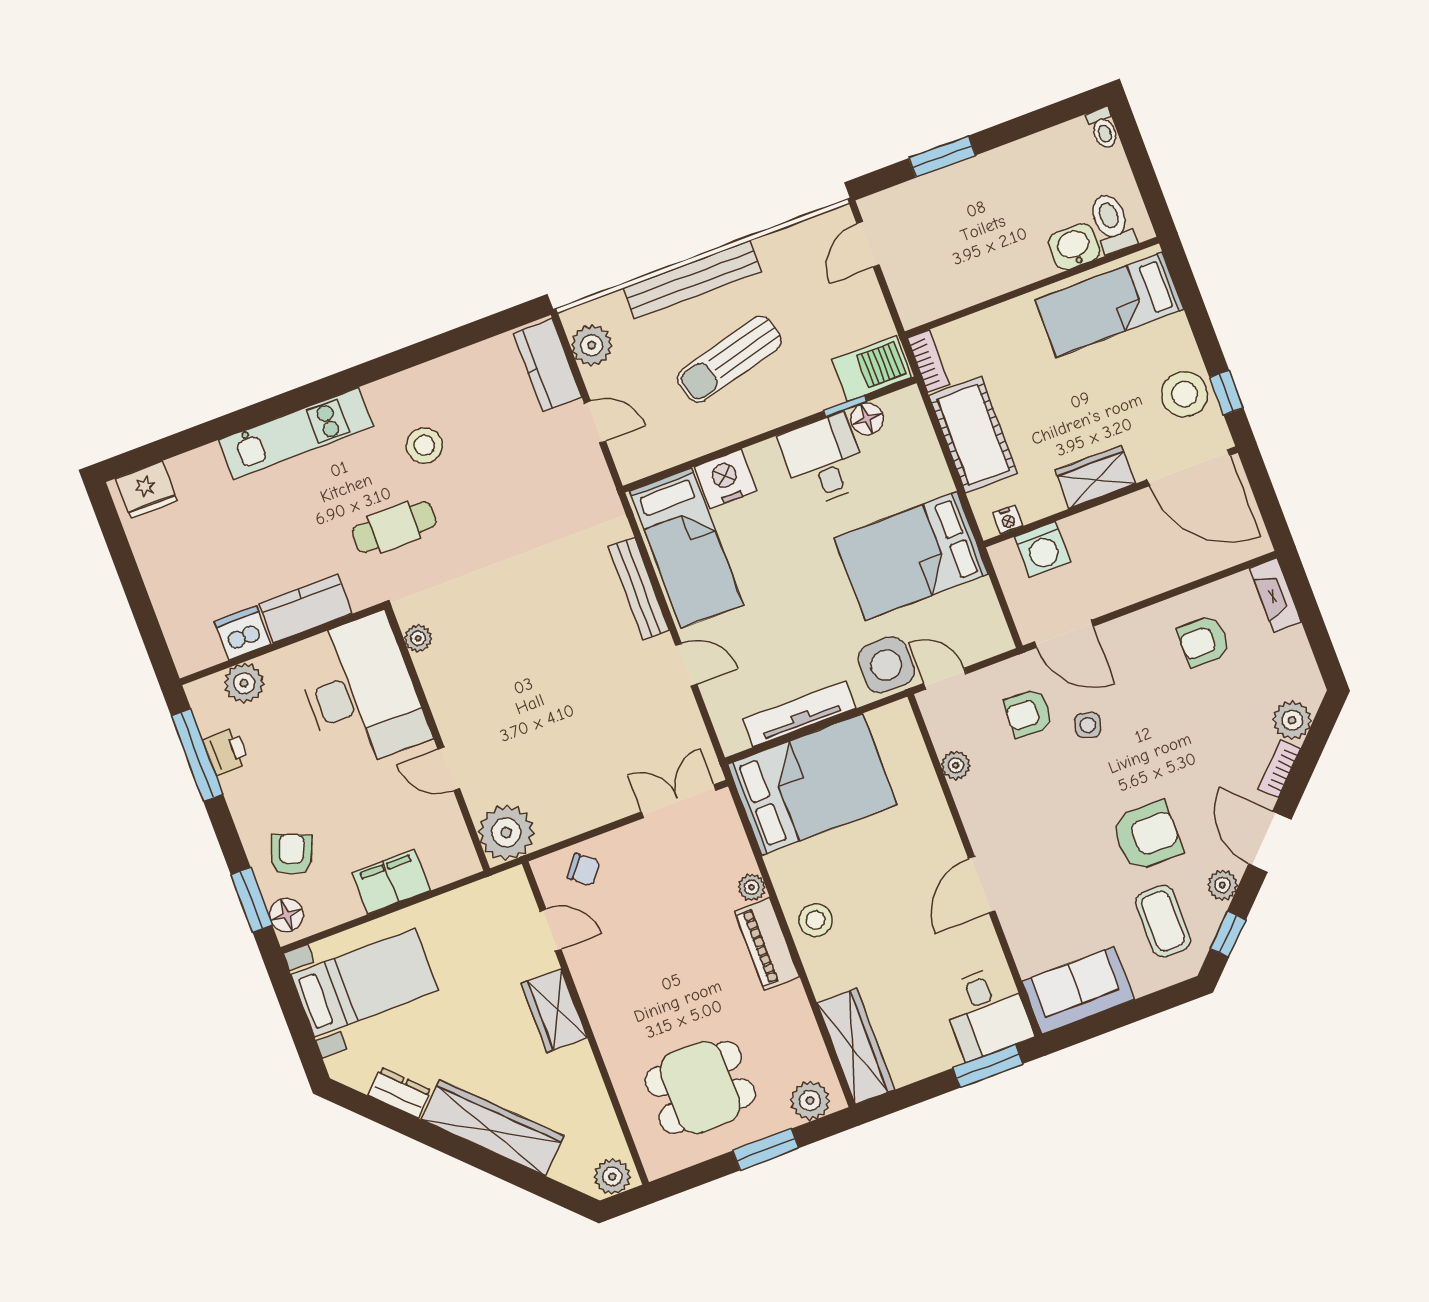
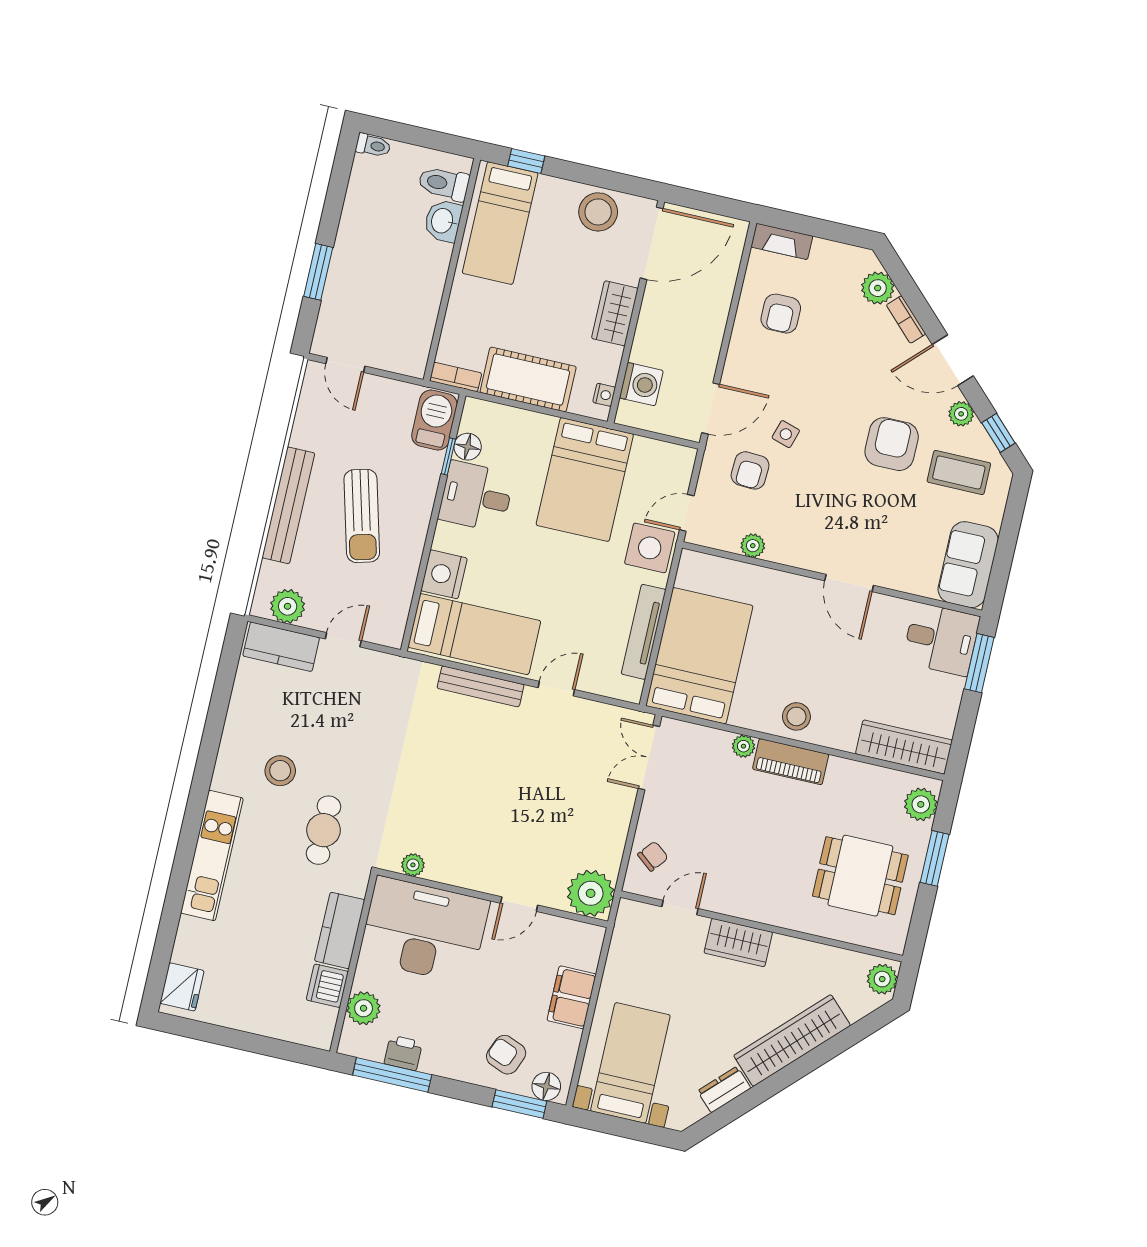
window: (1226, 393) -> (526, 161), moved
dining table: (700, 1087) -> (860, 876), turned 90

